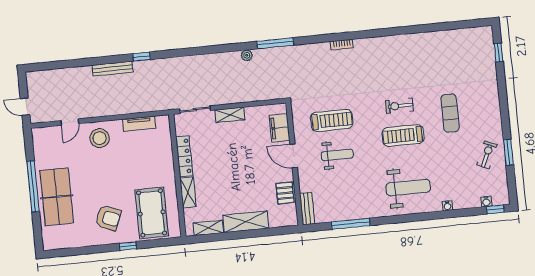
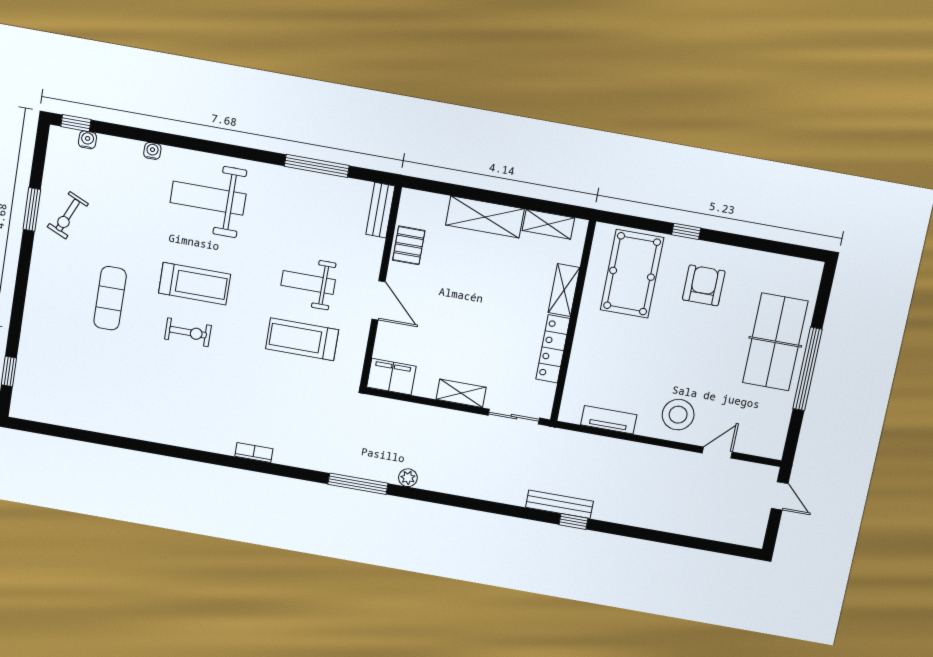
bench: (112, 69) -> (559, 504), moved
filing cabinet: (280, 128) -> (391, 377), moved, turned -90
armchair: (108, 218) -> (704, 285), turned 68

